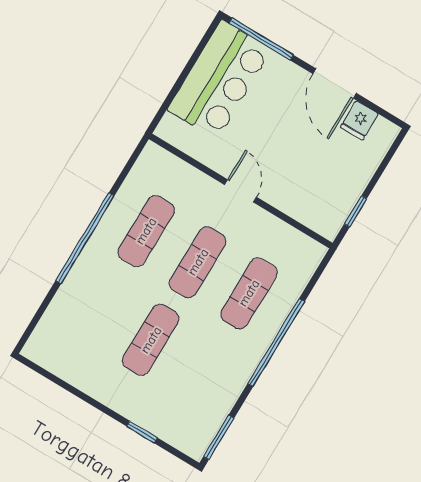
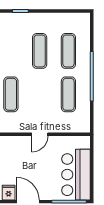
door: (241, 191) -> (40, 134), hinge flipped
exercise mat: (198, 262) -> (68, 51), moved

